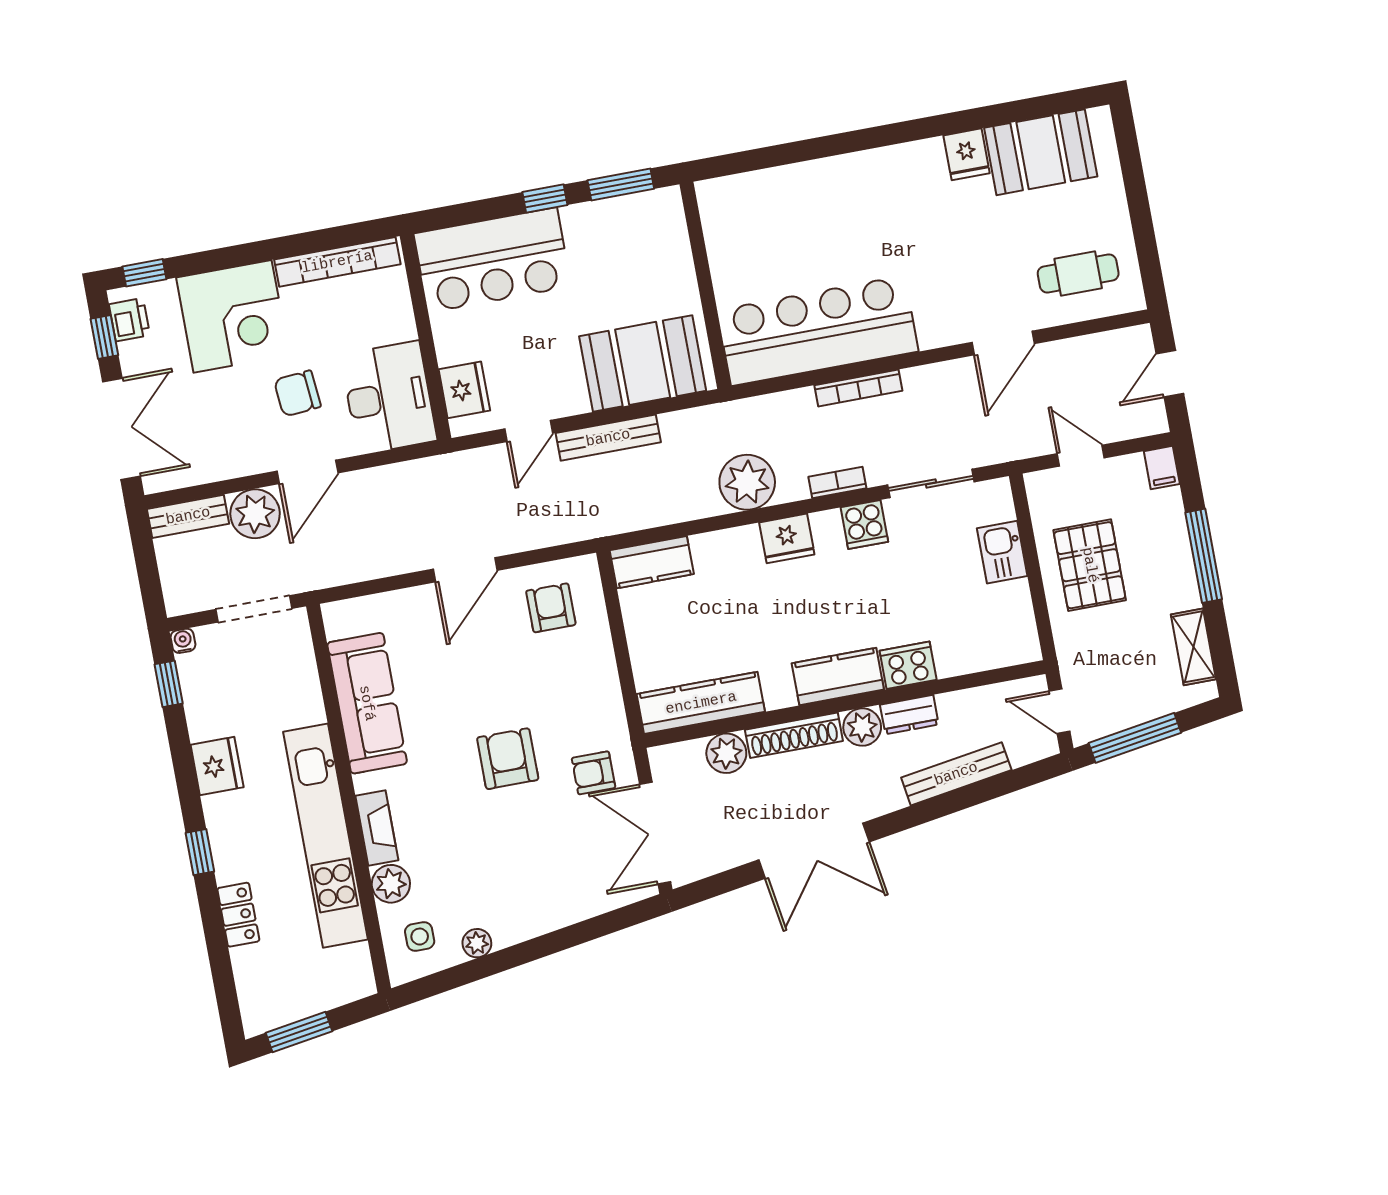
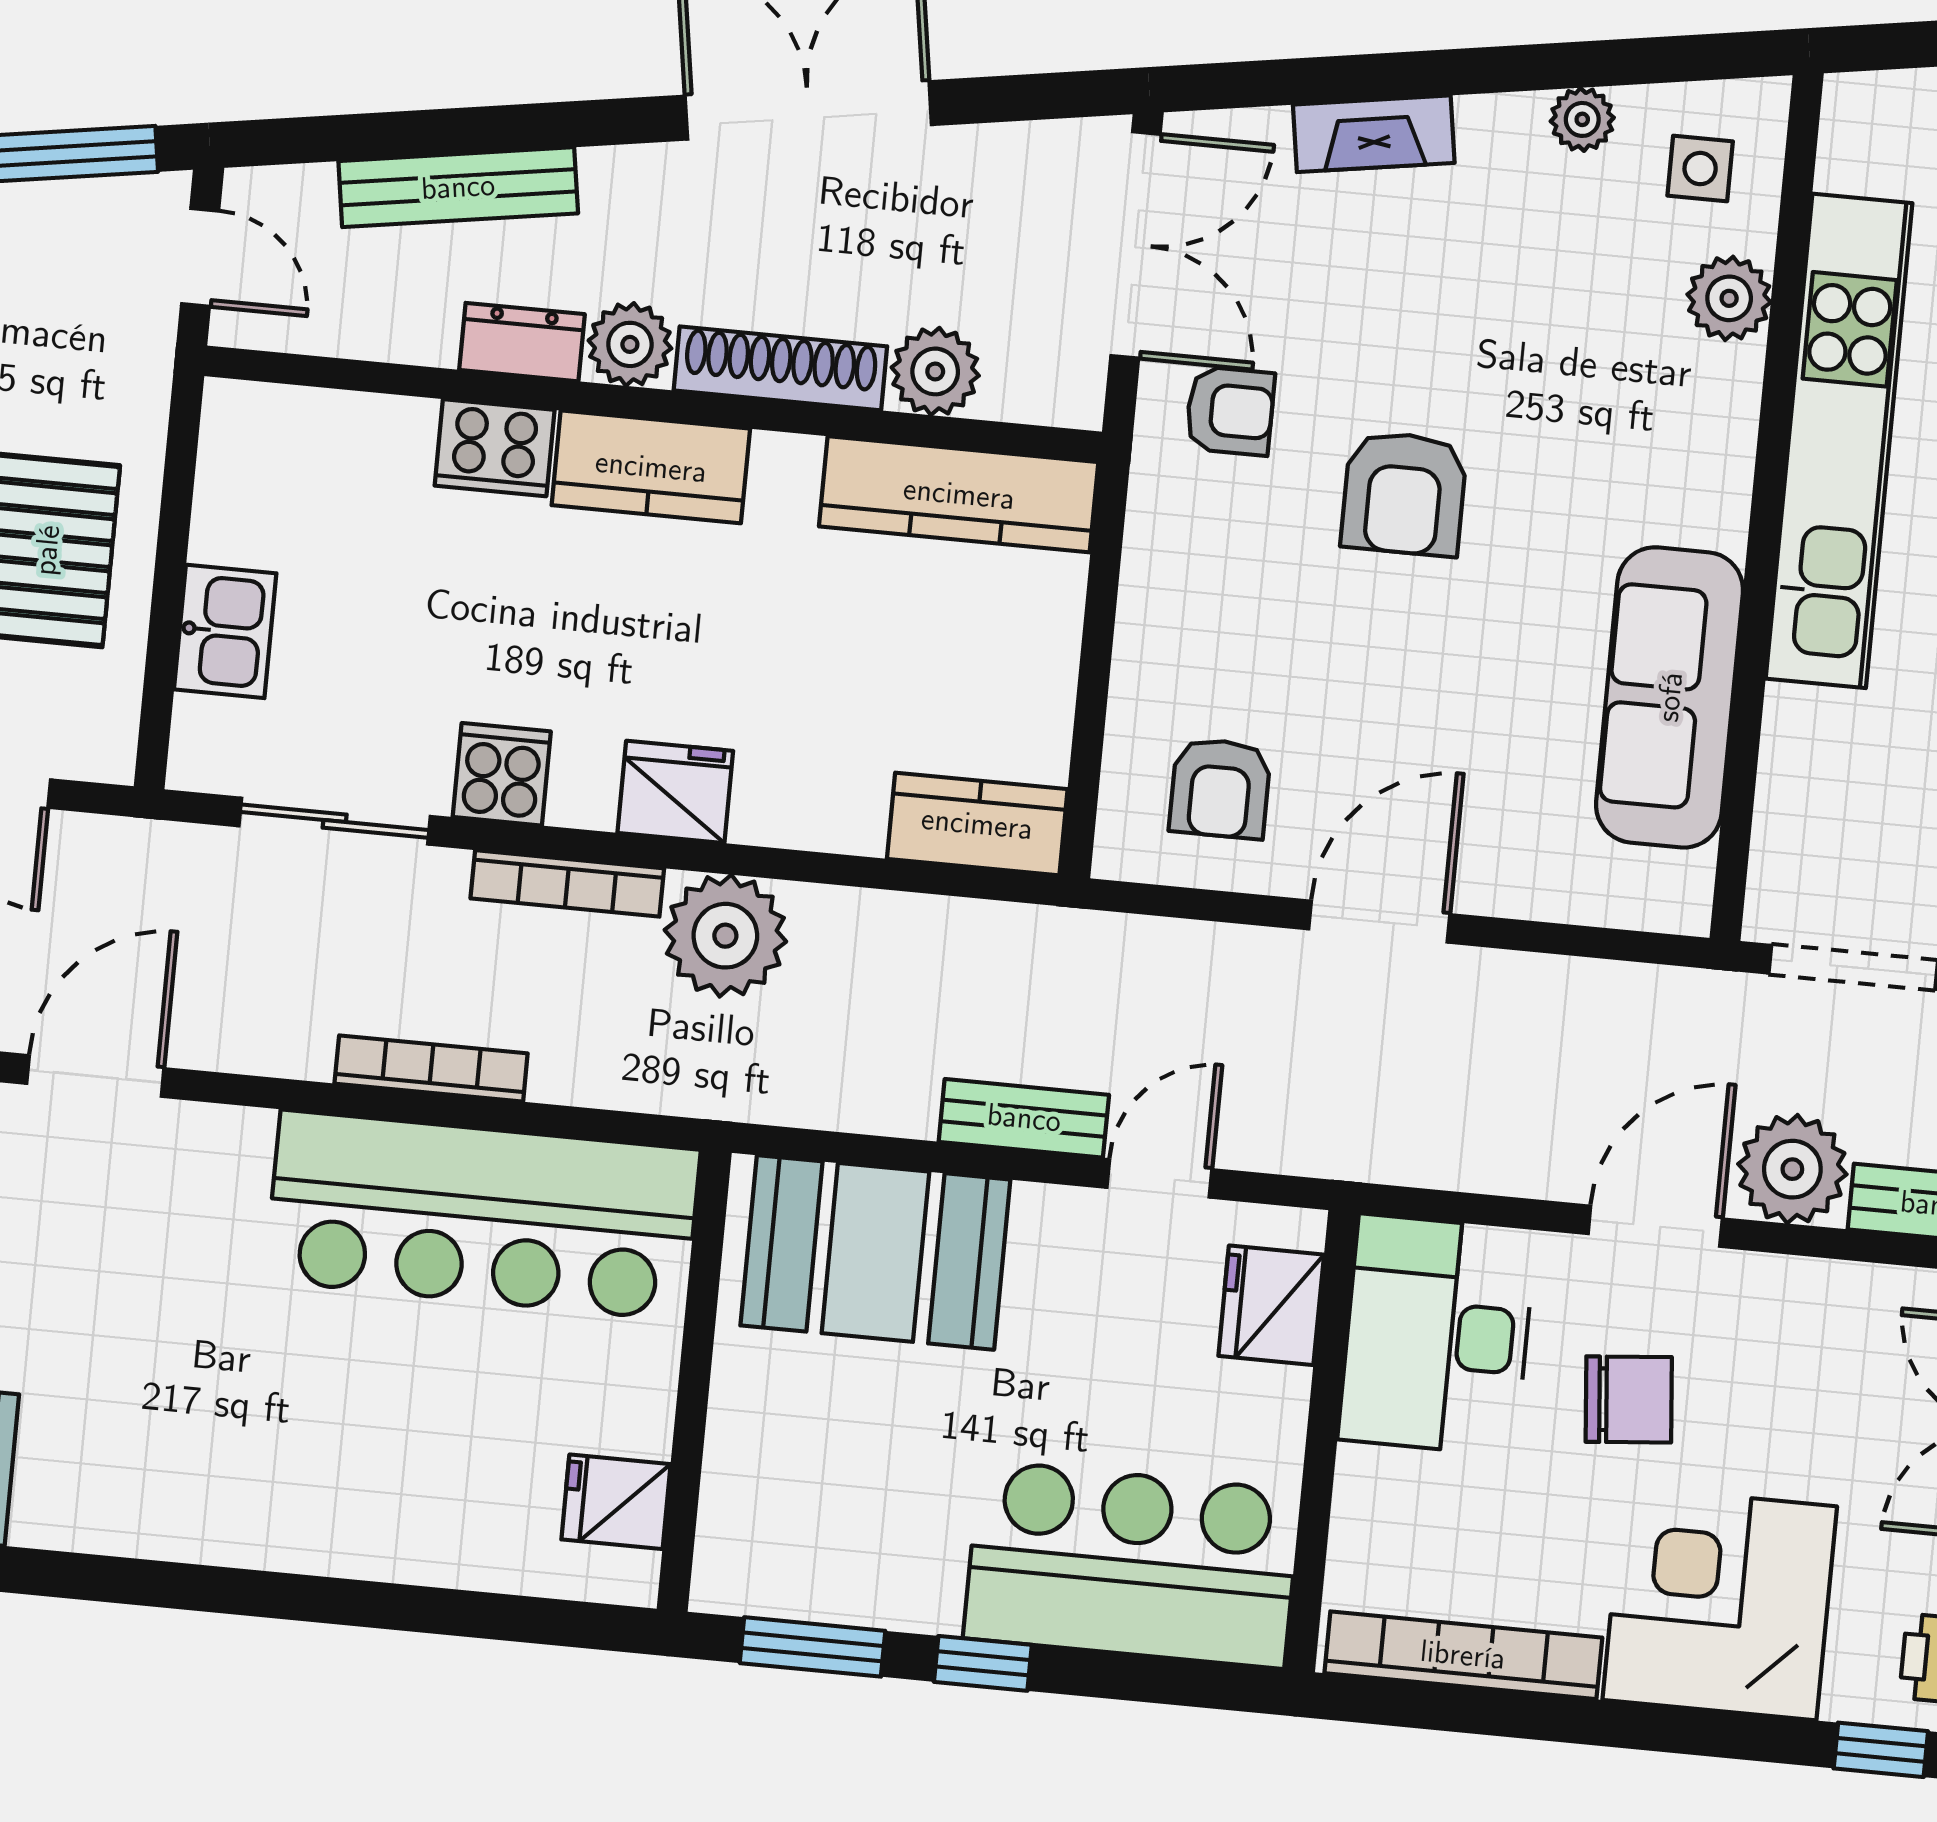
fridge: (967, 154) -> (616, 1502), moved, turned -90
bench: (608, 438) -> (1024, 1118), width x0.73
bookcase: (837, 483) -> (567, 883), width x1.56
fireplace: (377, 828) -> (1374, 134), moved, turned -99

